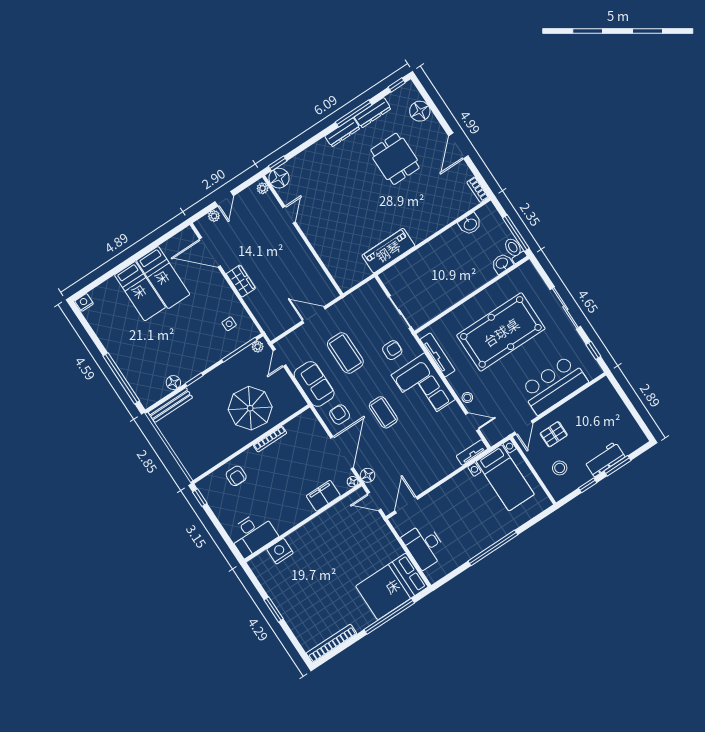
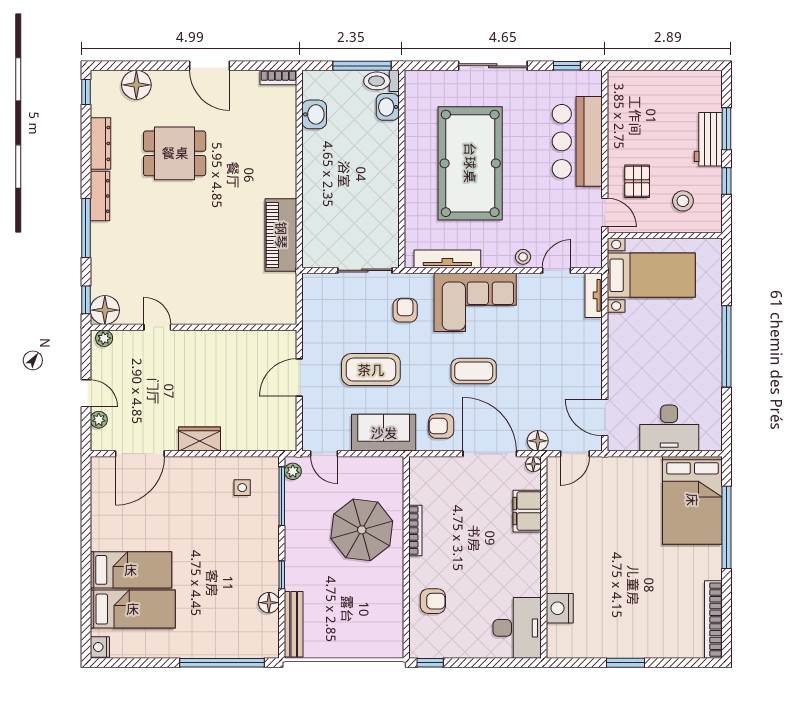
window: (354, 113) -> (86, 228), moved
bed: (163, 277) -> (133, 609), moved

